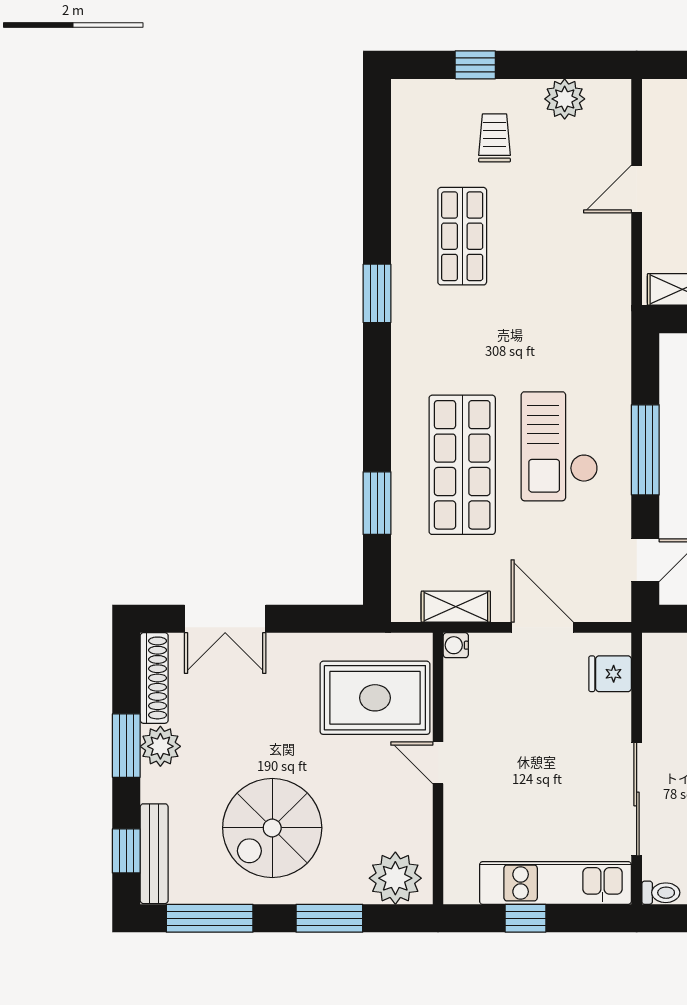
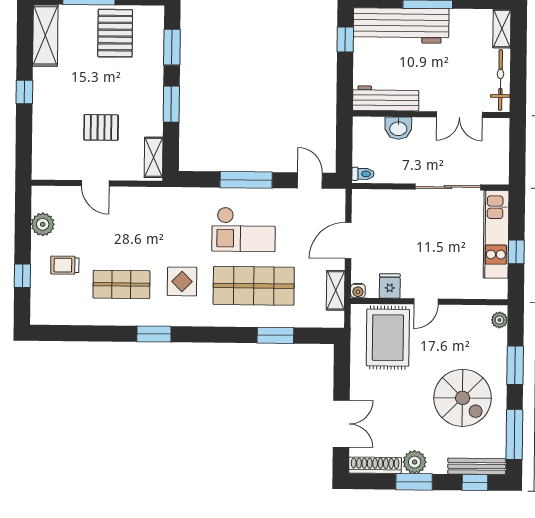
display table: (468, 341) -> (182, 281), added
fridge: (610, 674) -> (390, 286), moved, turned 180
plant: (395, 878) -> (499, 320), width x0.53, depth x0.53
toilet: (661, 893) -> (363, 174), moved, turned 90

